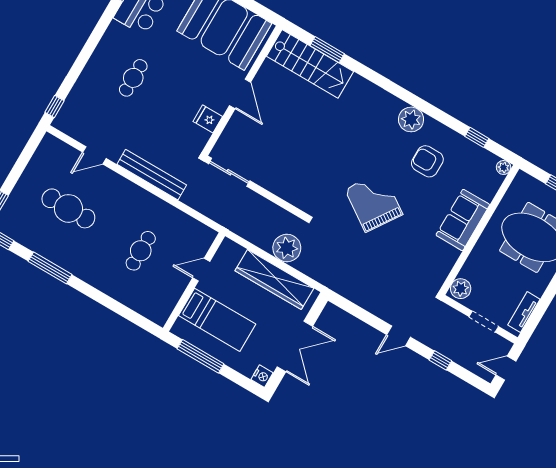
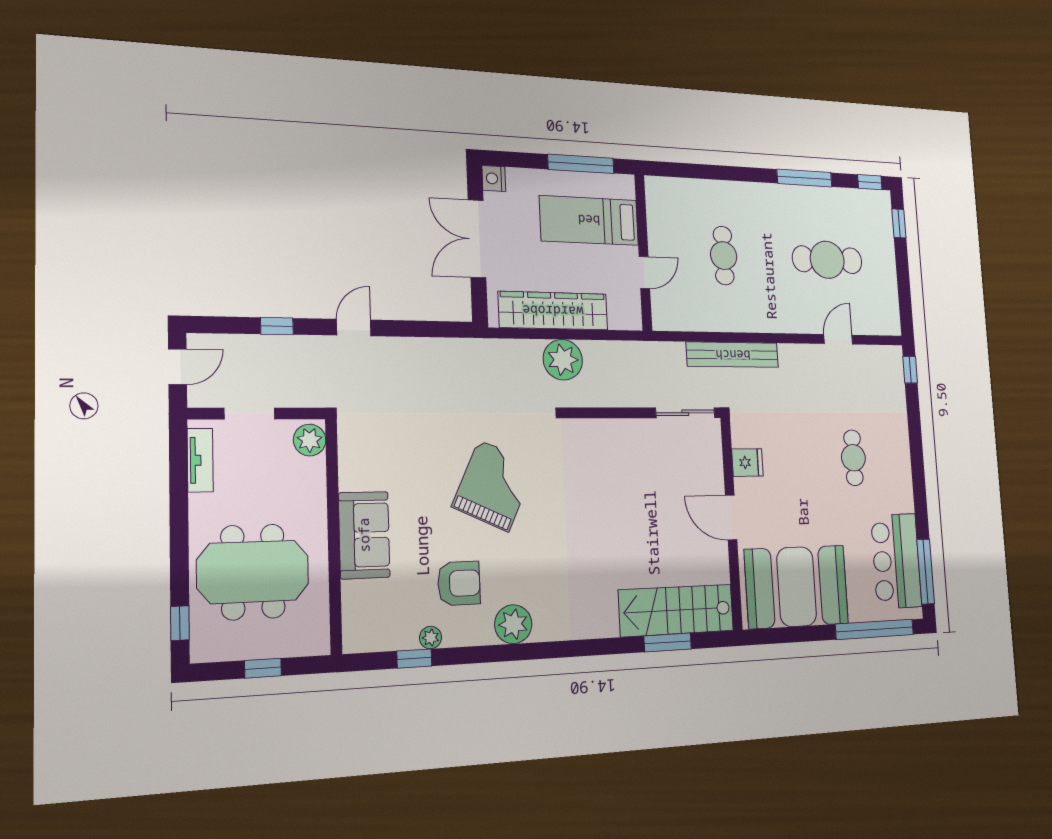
plant: (504, 167) -> (431, 638), moved
bench: (152, 175) -> (733, 355), moved
grand piano: (374, 202) -> (494, 486), turned -99

